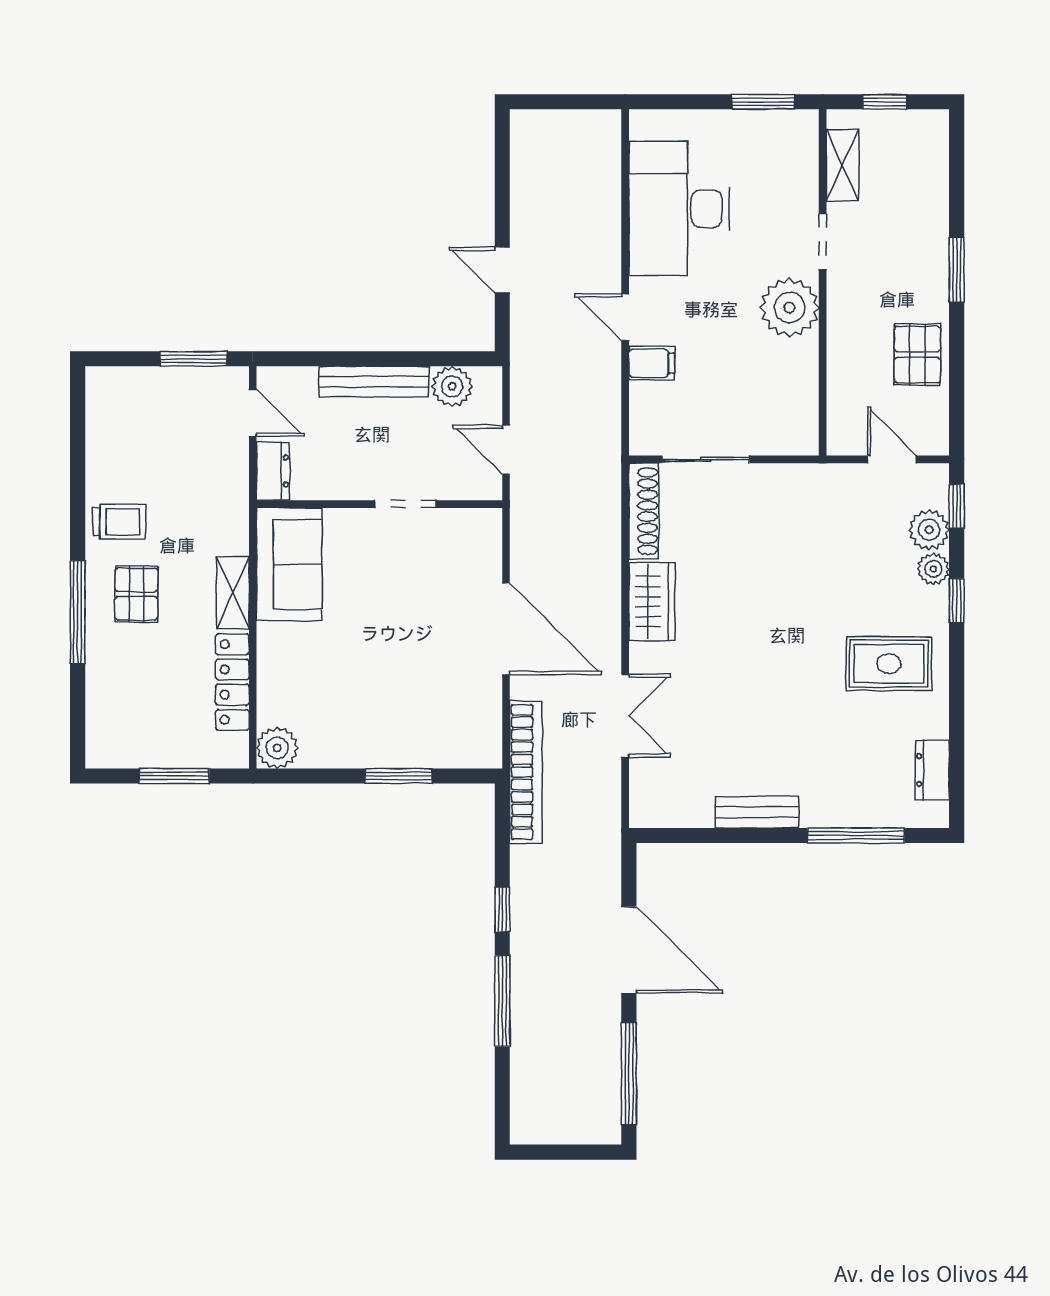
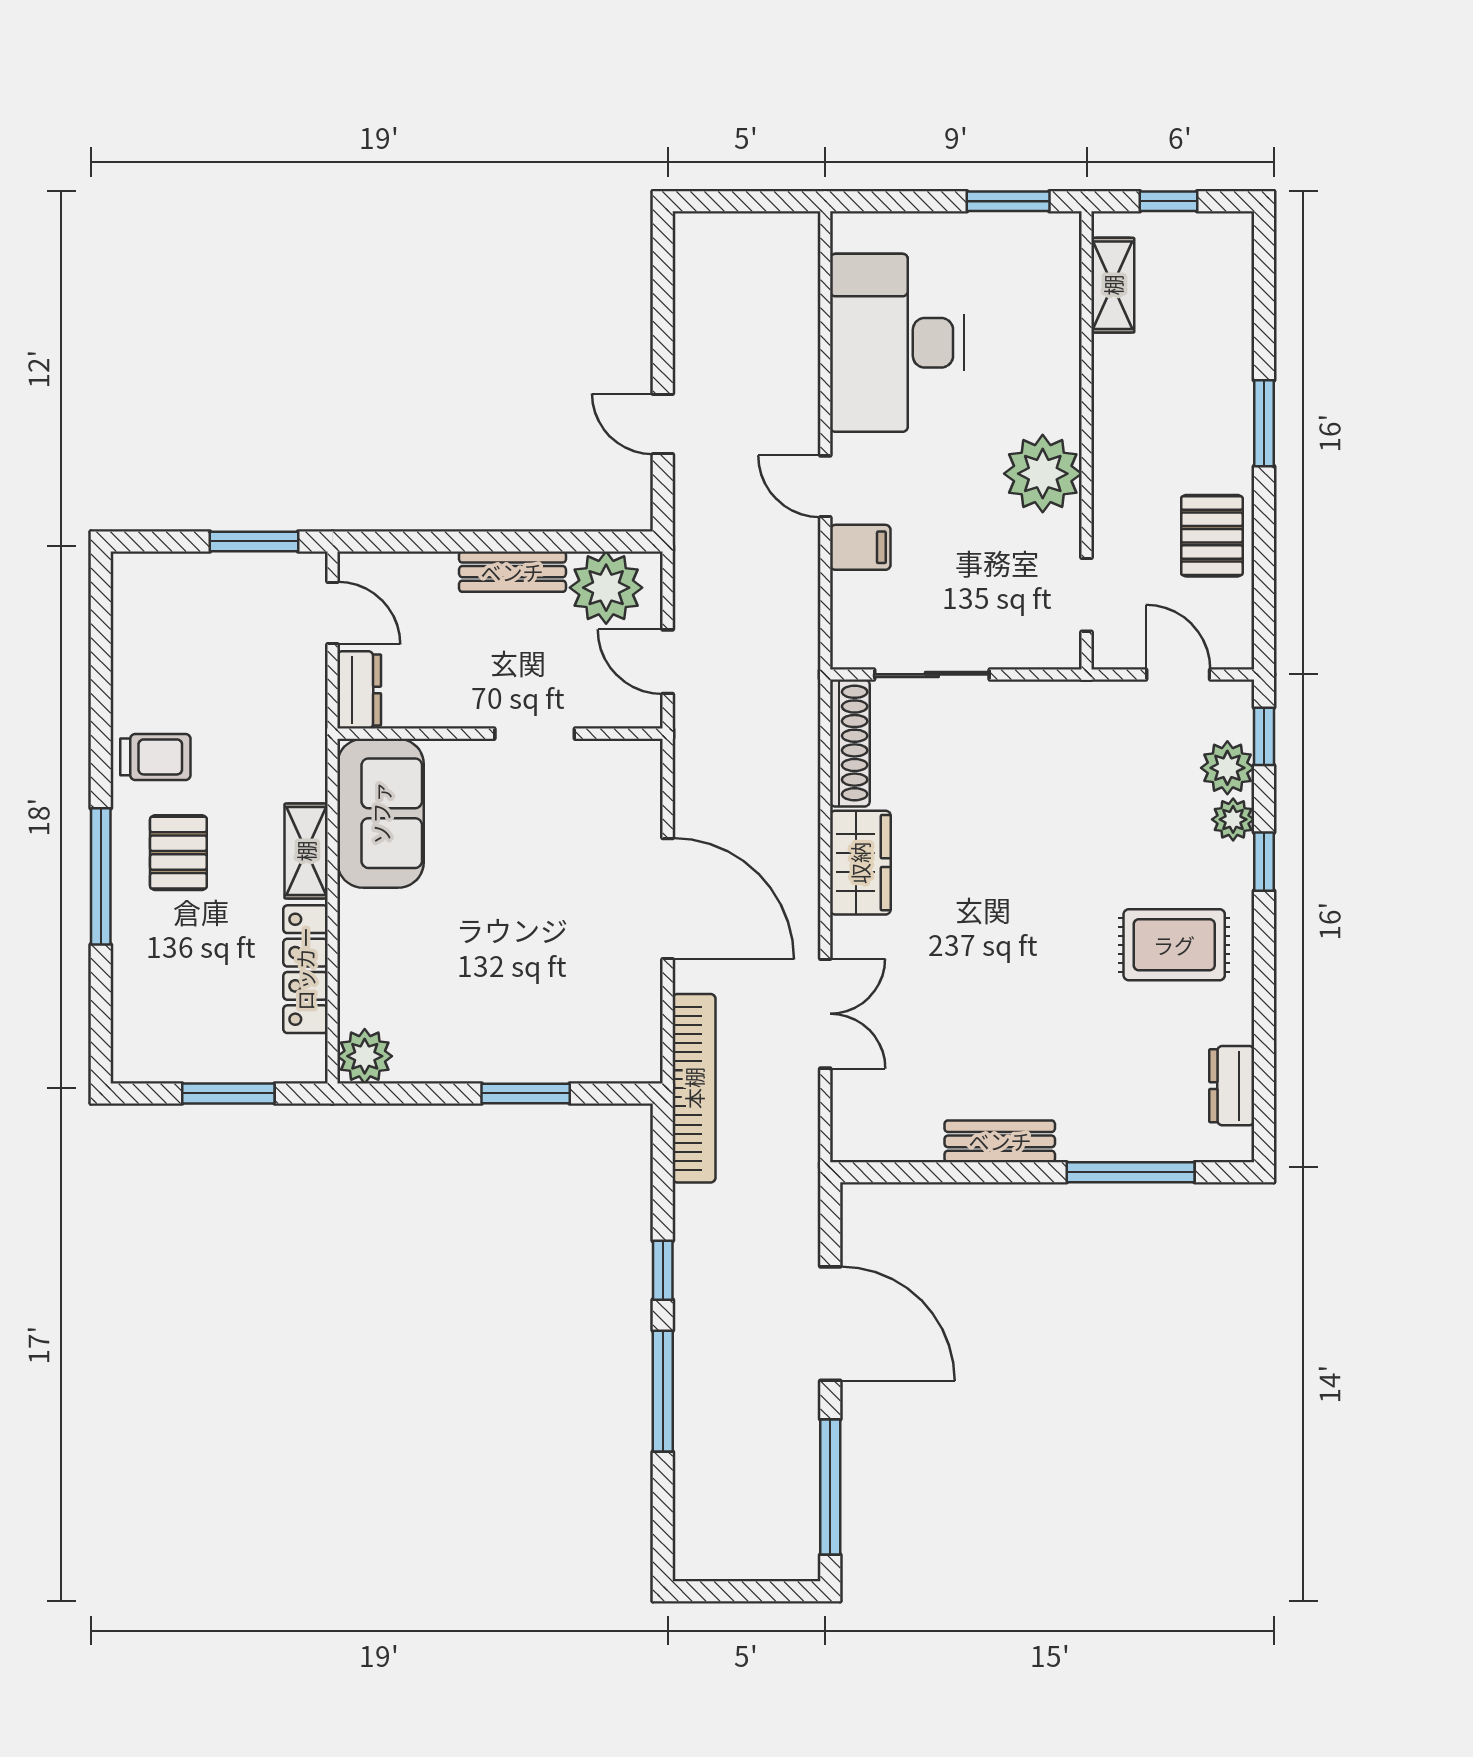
doorway: (823, 242) -> (1087, 595), moved
bench: (374, 382) -> (512, 572), width x0.73
plant: (452, 386) -> (606, 588), width x1.36, depth x1.36

